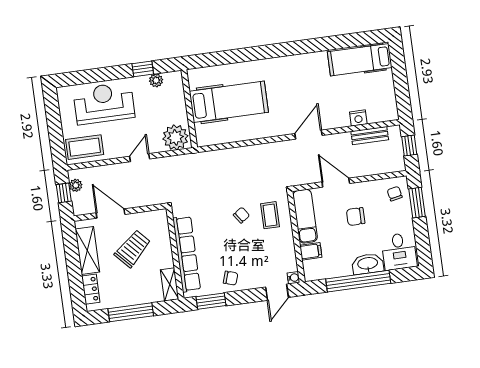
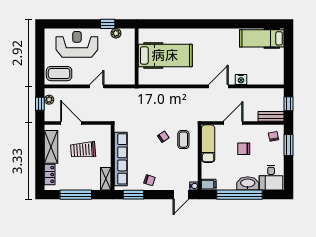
nightstand: (358, 118) -> (241, 79), moved
bench: (370, 136) -> (271, 116), moved
plant: (175, 137) -> (124, 75), removed
door: (336, 183) -> (233, 123), hinge flipped
trolley: (133, 249) -> (83, 150), turned -141
filing cabinet: (311, 251) -> (209, 185), moved

